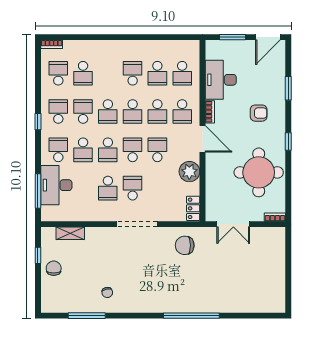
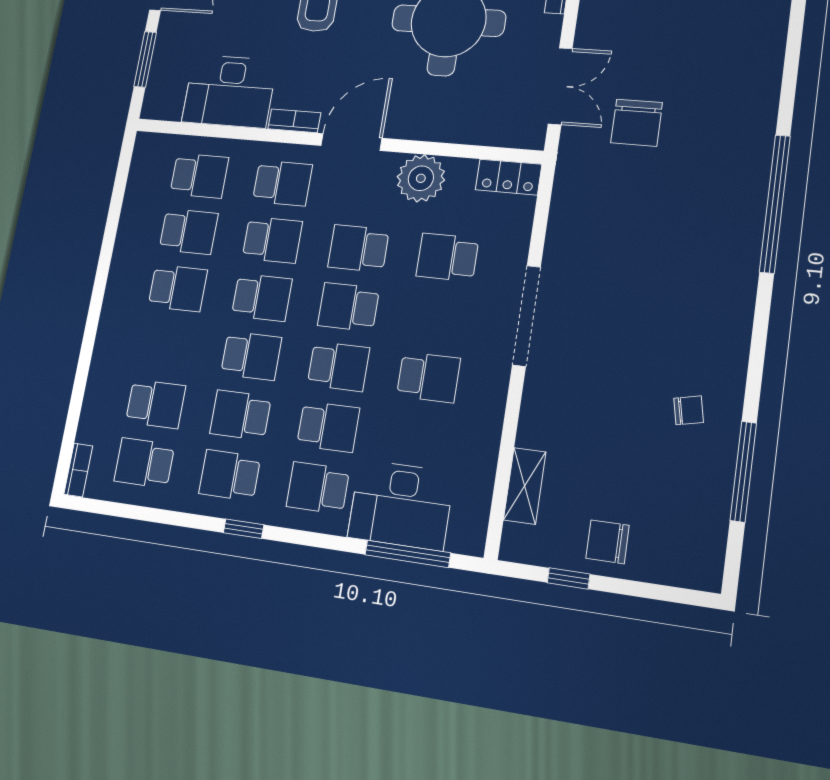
school desk: (133, 73) -> (178, 288), turned 180
school desk: (133, 188) -> (447, 257), moved
chair: (185, 245) -> (637, 123), moved

